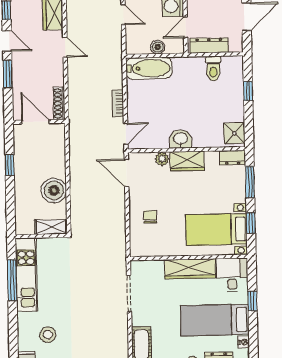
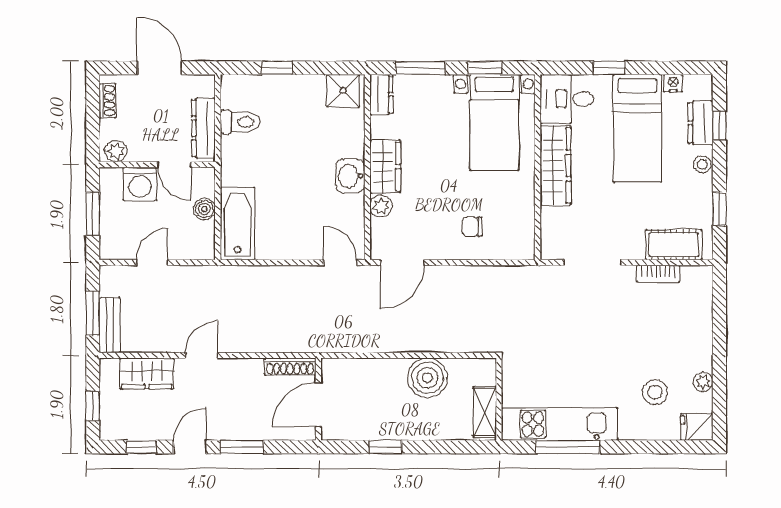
bookcase: (118, 103) -> (658, 274), moved
shelving: (51, 227) -> (485, 412), moved

